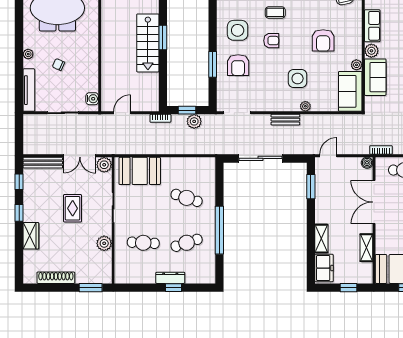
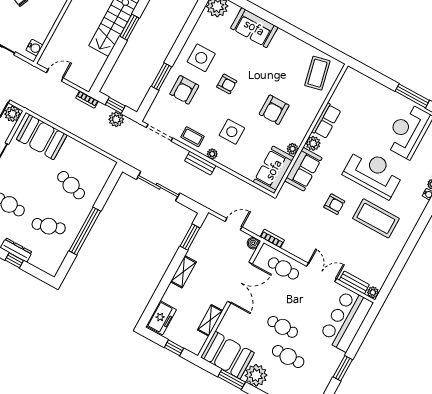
coffee table: (275, 12) -> (193, 137), moved
plant: (305, 106) -> (212, 154), moved
door: (328, 156) -> (234, 224), moved
double door: (374, 202) -> (240, 283), swing flipped
shelving: (321, 239) -> (183, 272), moved

